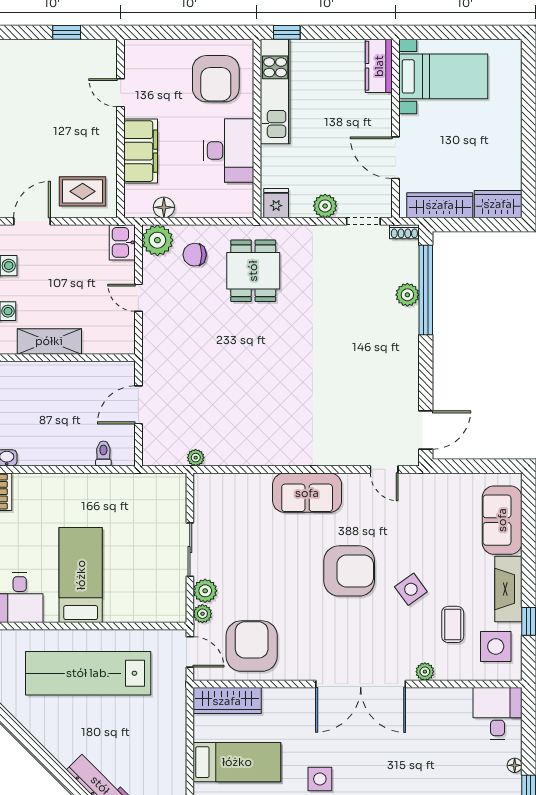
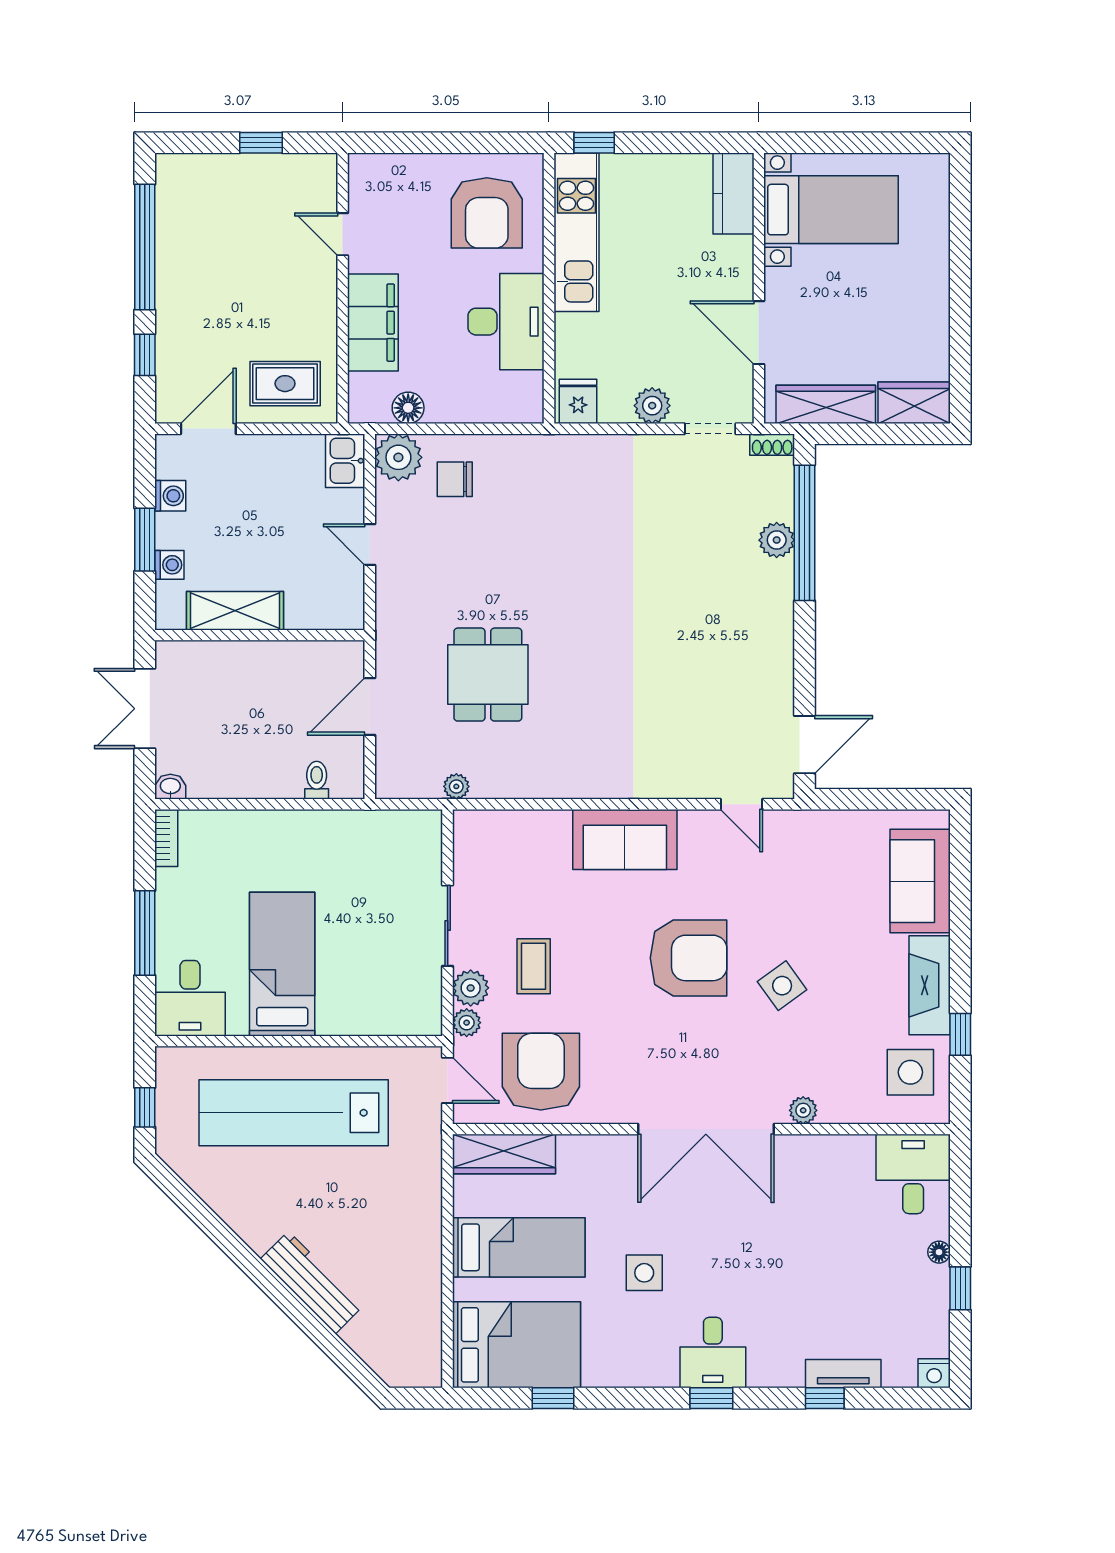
dining table: (253, 271) -> (488, 675), moved
coffee table: (453, 624) -> (534, 966), moved

